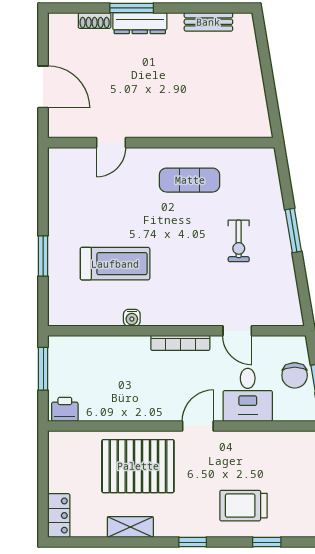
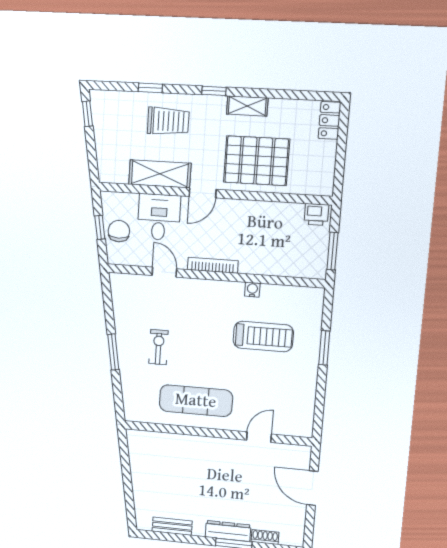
exercise mat: (190, 180) -> (196, 401), width x1.36, depth x1.45
treadmill: (115, 264) -> (263, 336), turned 180
shelving: (250, 445) -> (160, 174), added
shelving: (130, 527) -> (247, 106), moved

